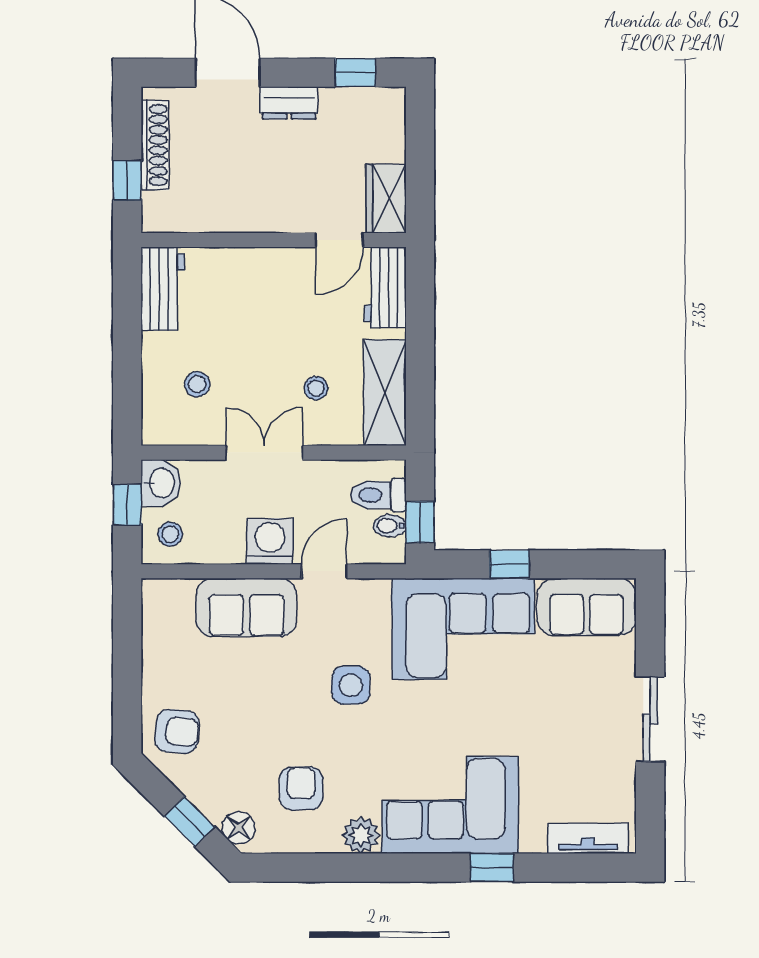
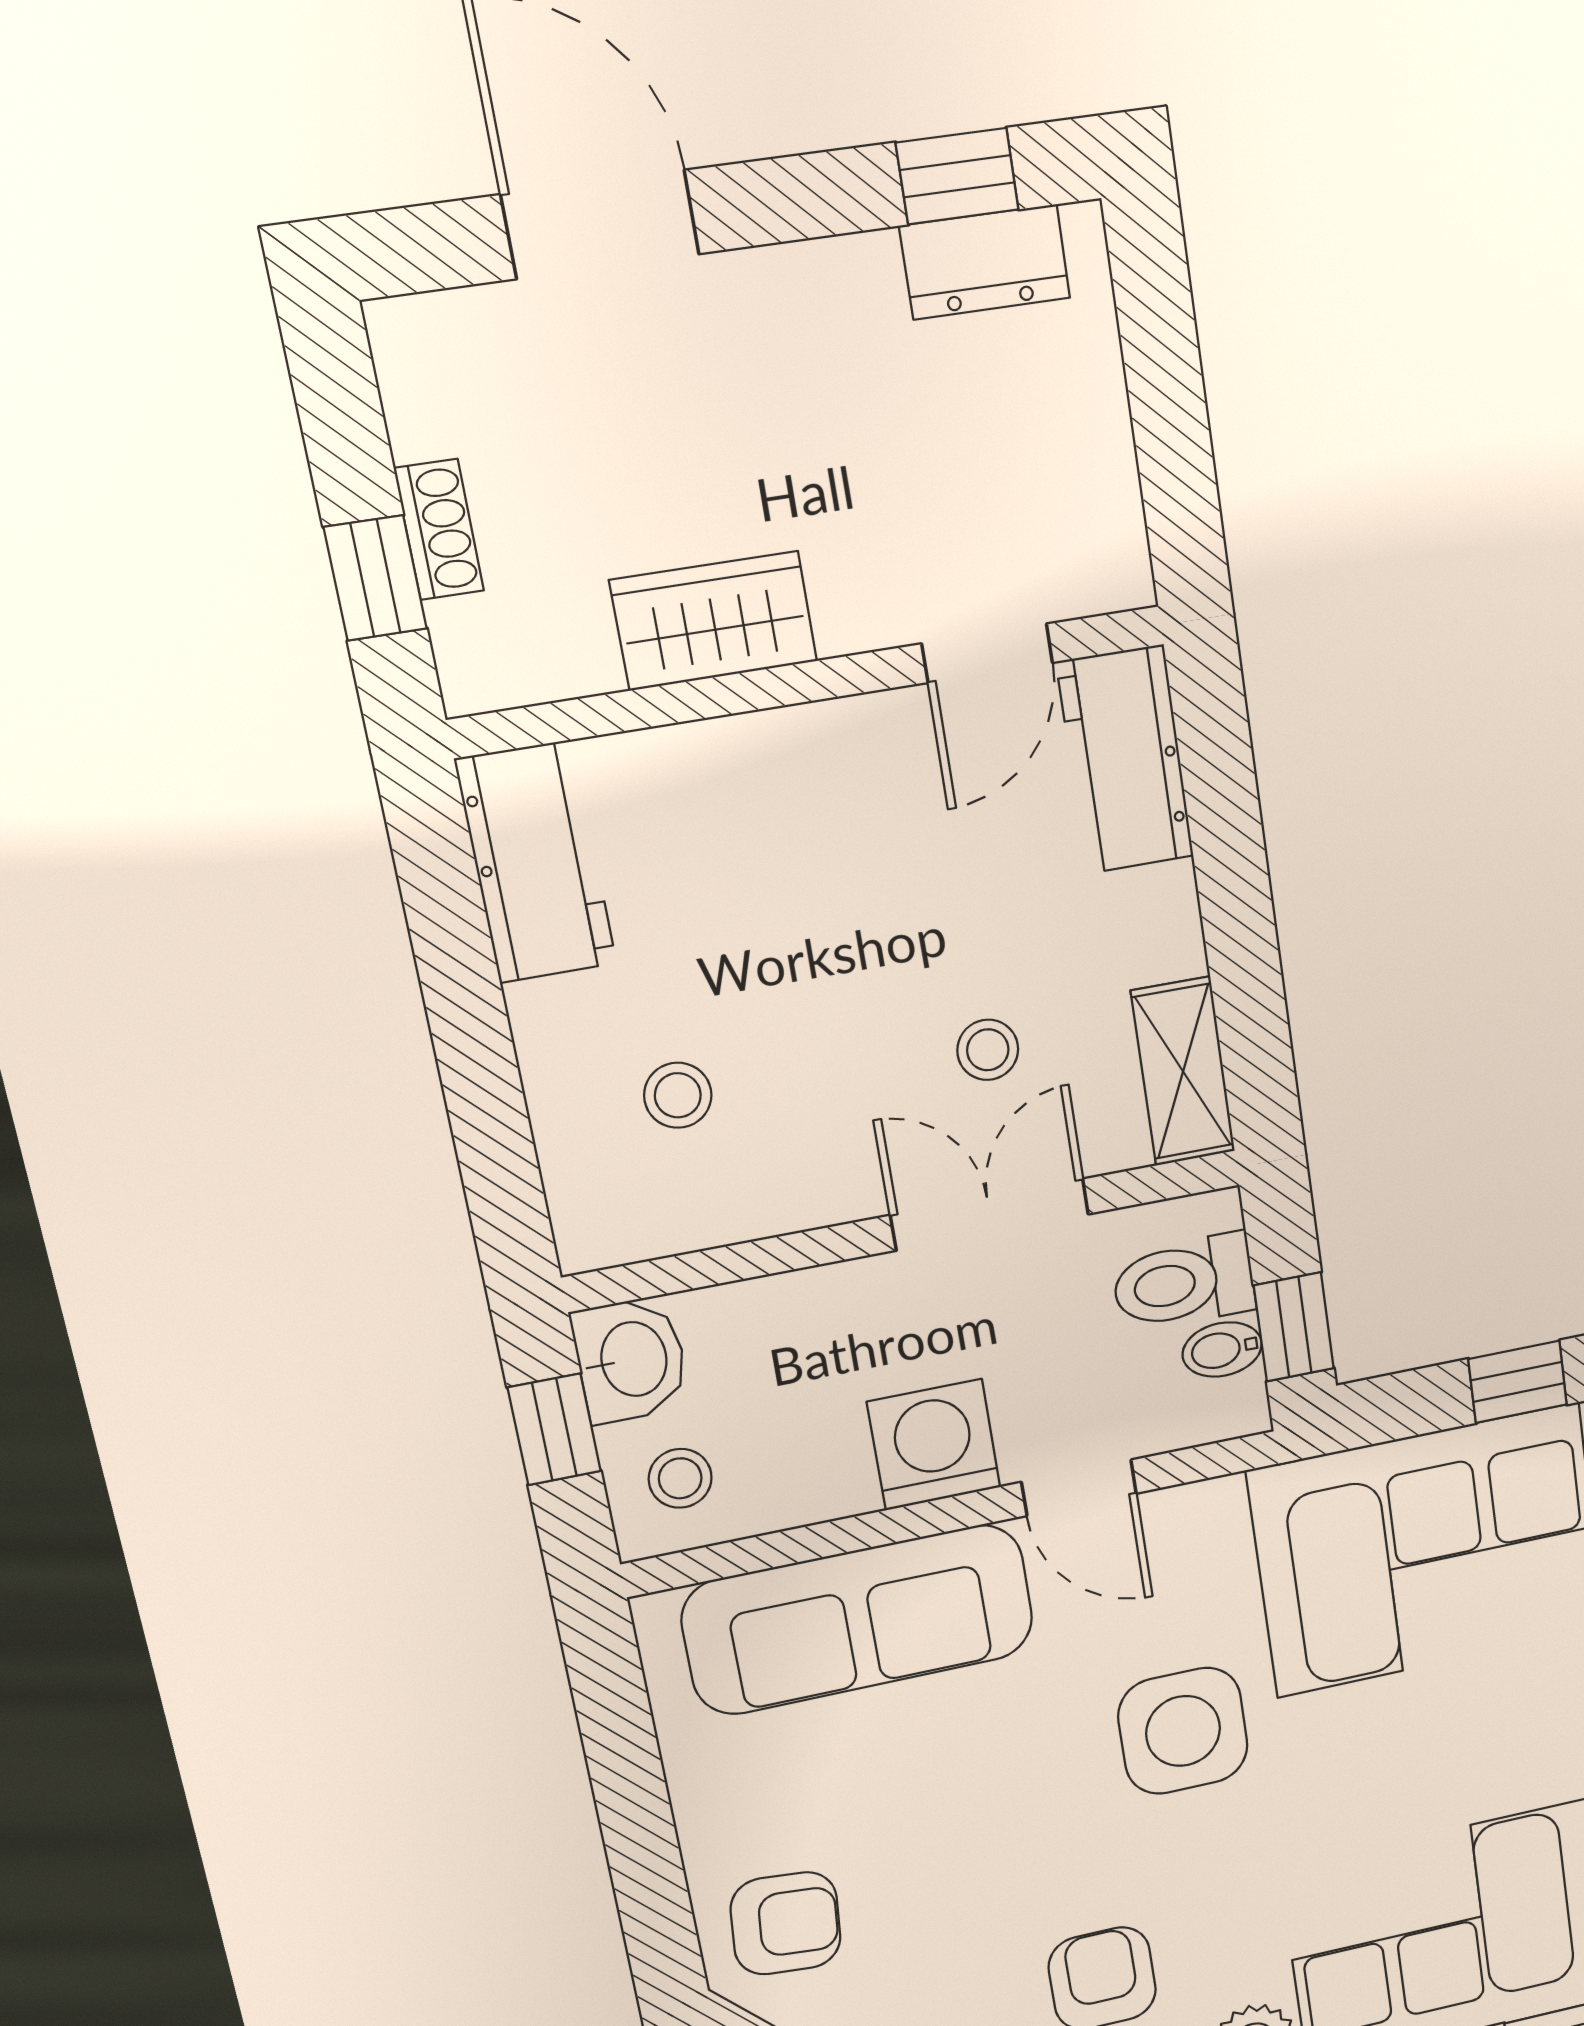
dresser: (289, 103) -> (985, 262), moved
shoe rack: (155, 145) -> (439, 530), width x0.51, depth x0.81
wardrobe: (386, 199) -> (714, 621), moved, turned 90
shelving: (385, 393) -> (1183, 1071), width x0.67, depth x0.75
double door: (264, 453) -> (990, 1215), moved
door: (324, 571) -> (1079, 1488), swing flipped
sofa: (247, 607) -> (859, 1620), width x1.36
side table: (351, 685) -> (1183, 1731), width x1.37, depth x1.37

